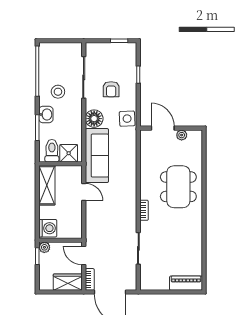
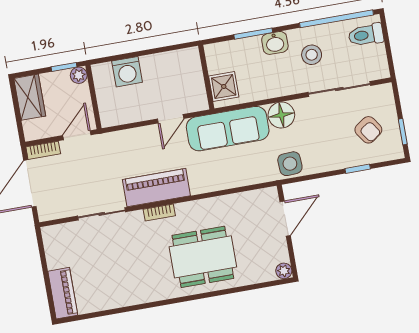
armchair: (111, 89) -> (368, 130), moved, turned -125
plant: (182, 135) -> (284, 271), moved
toilet: (52, 151) -> (366, 35), moved, turned 180
shelving: (47, 185) -> (171, 63), removed
piano: (127, 209) -> (156, 188), added
washing machine: (48, 228) -> (127, 72), moved
wardrobe: (68, 282) -> (30, 97), moved

